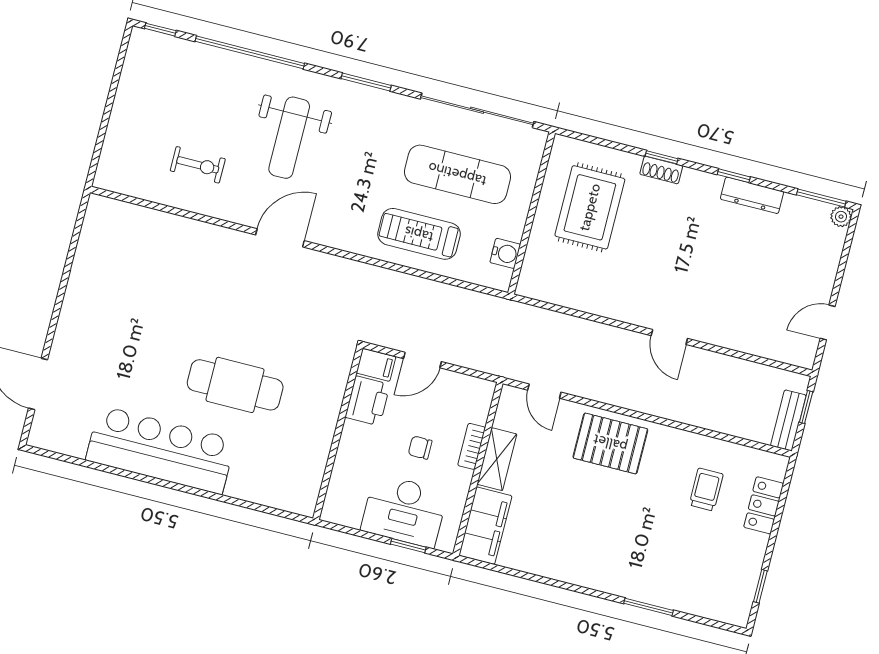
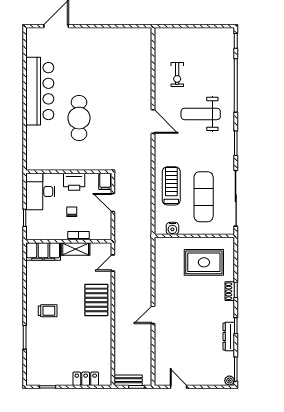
printer: (368, 401) -> (74, 182), moved
trolley: (706, 490) -> (48, 311), moved
desk: (404, 511) -> (40, 191), moved

